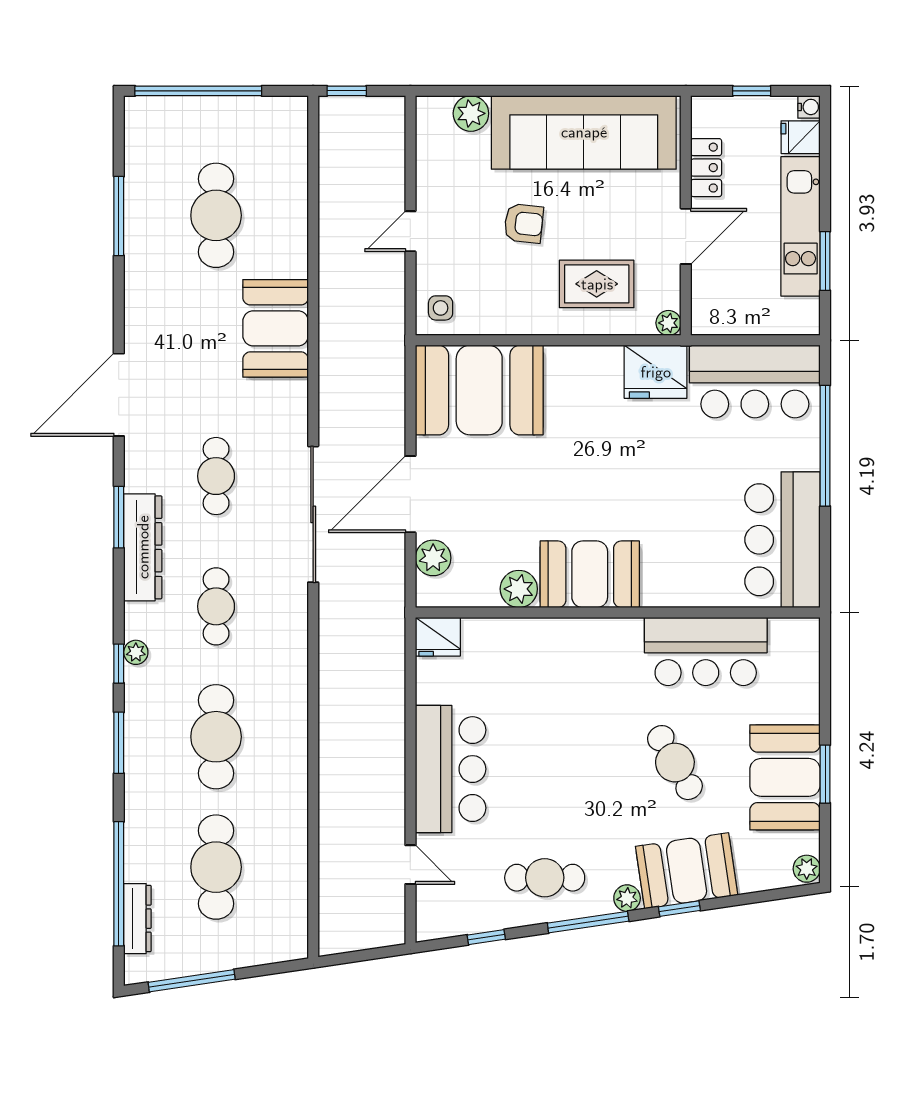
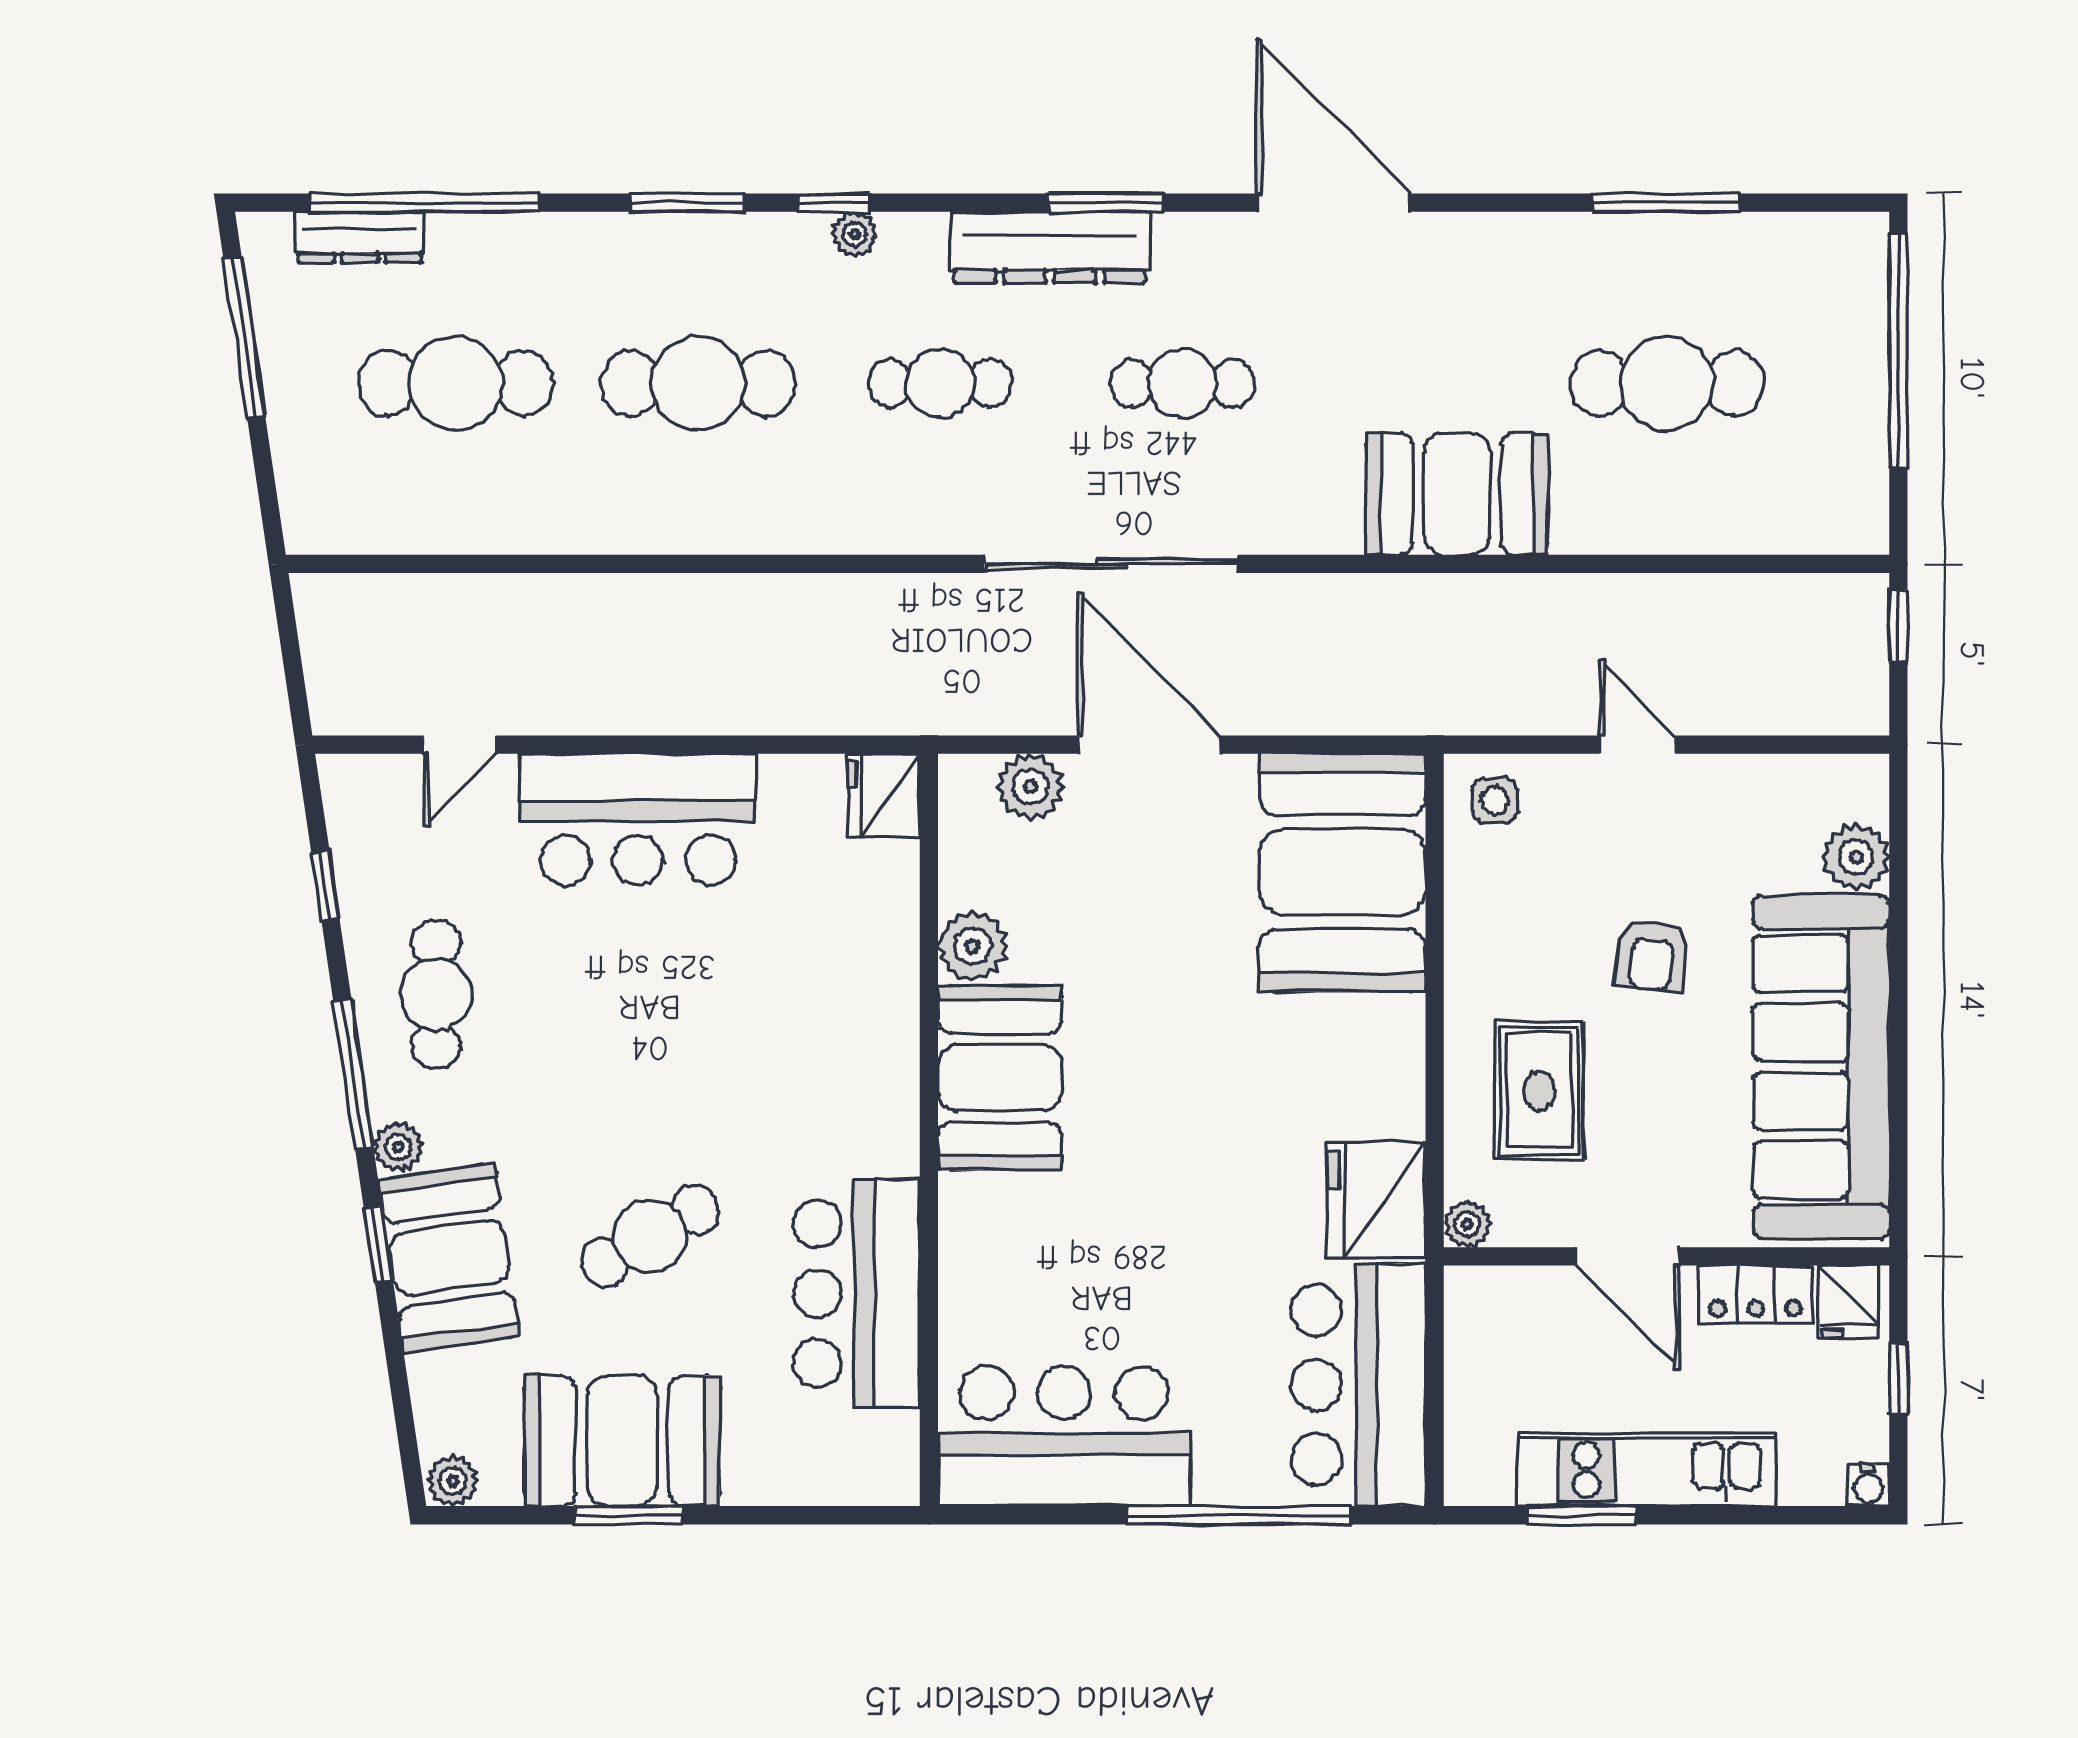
fridge: (801, 137) -> (1848, 1302), moved, turned 180

